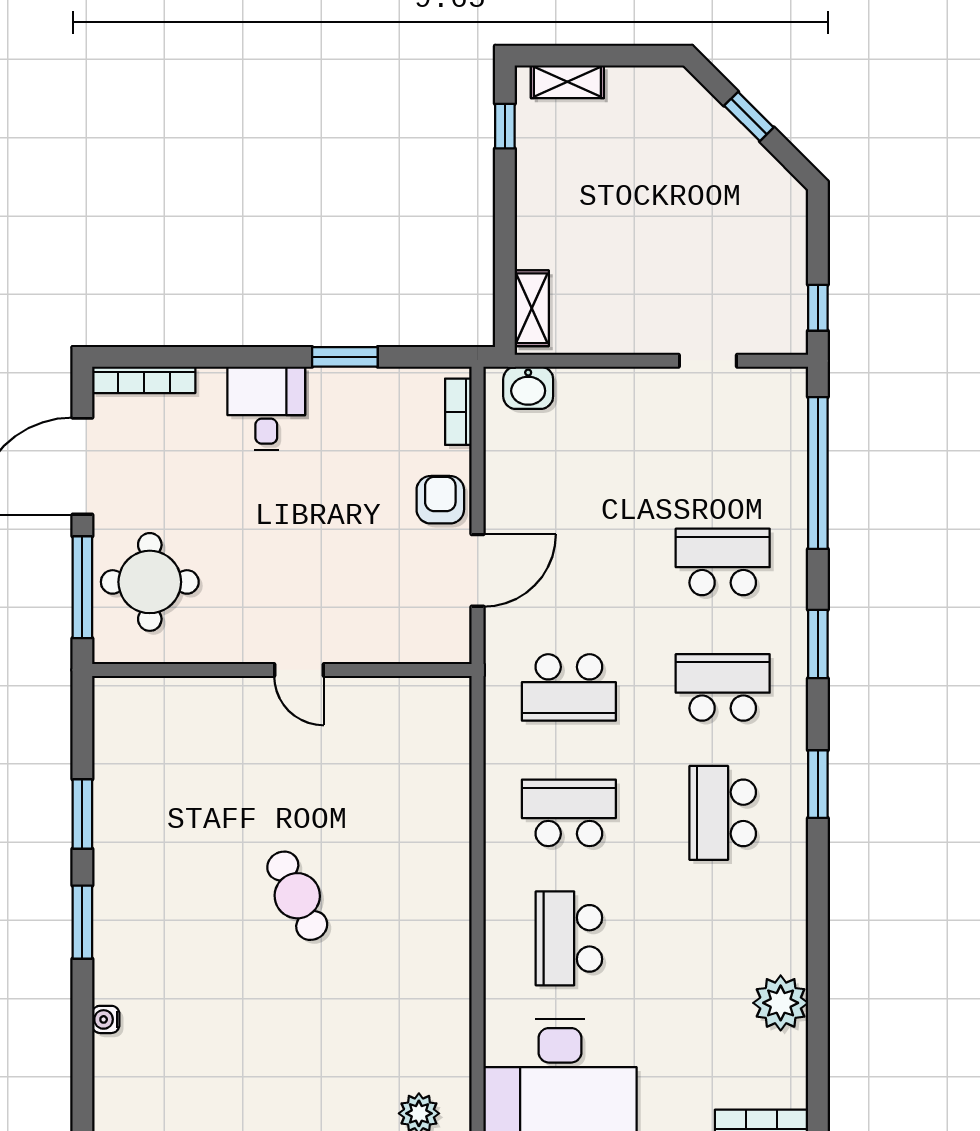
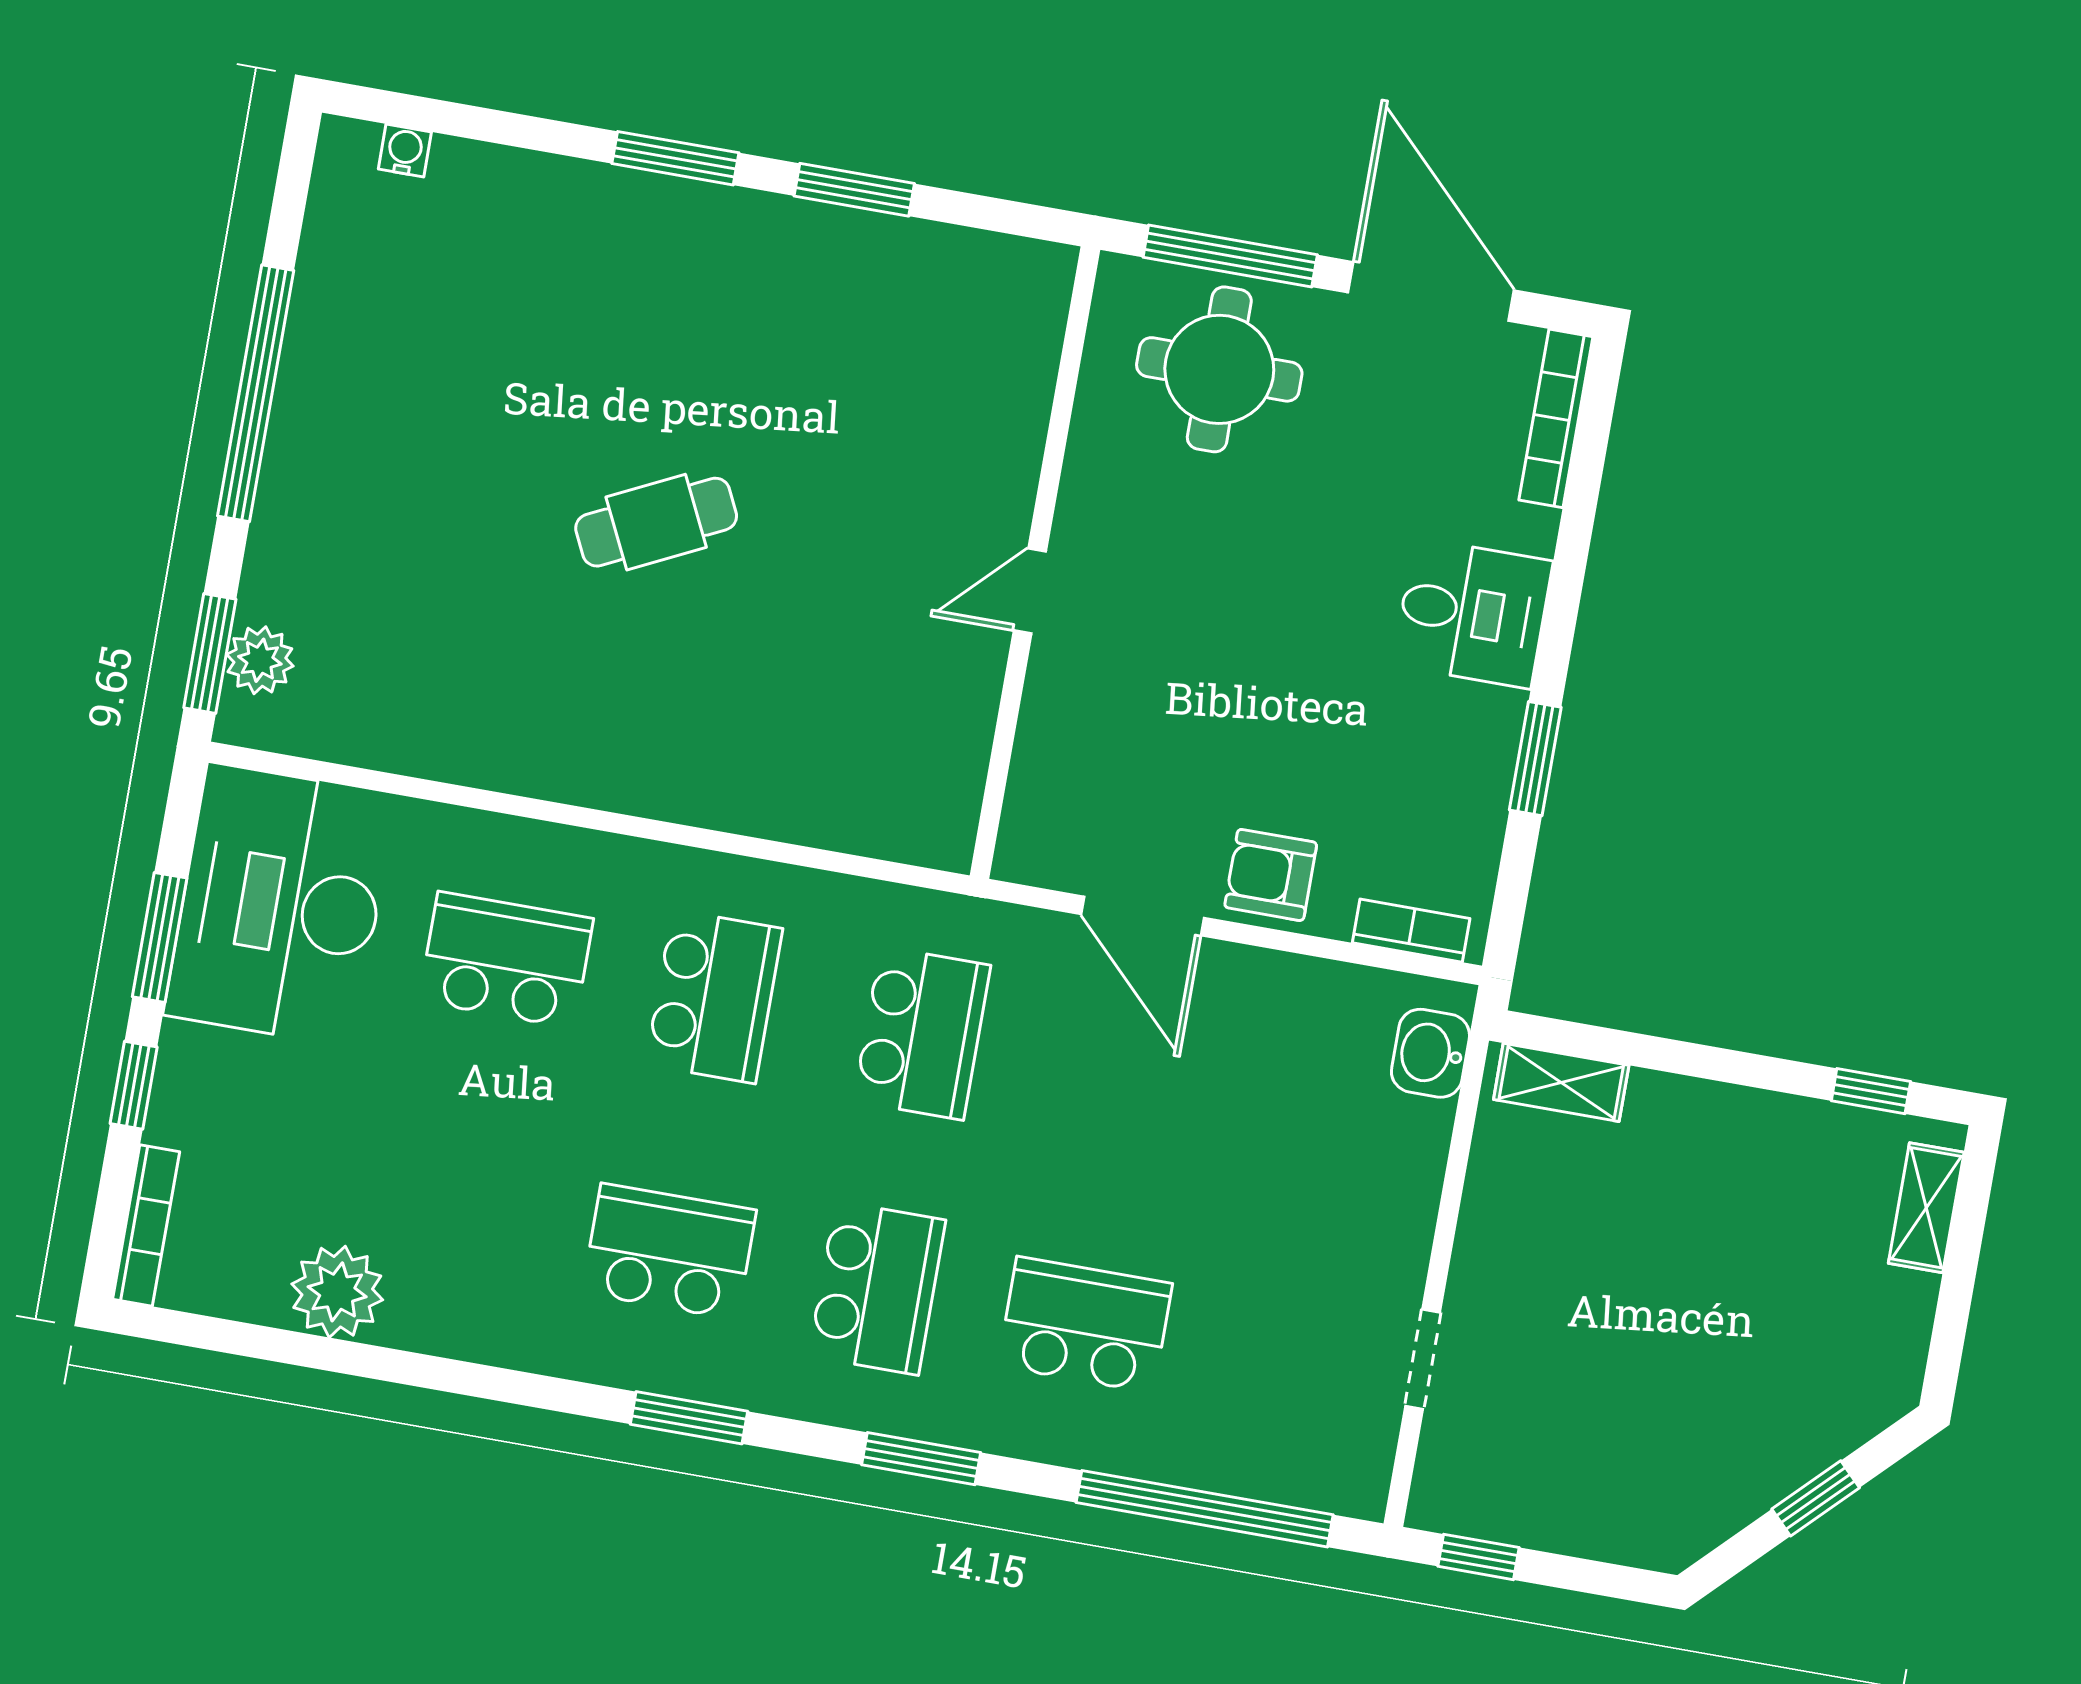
armchair: (440, 500) -> (1271, 875), turned 180
school desk: (723, 562) -> (1085, 1325), turned -90
school desk: (569, 687) -> (922, 1033), turned 180
water cooler: (106, 1019) -> (405, 151), moved

